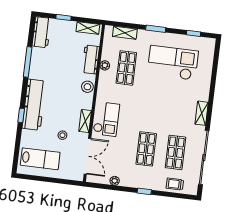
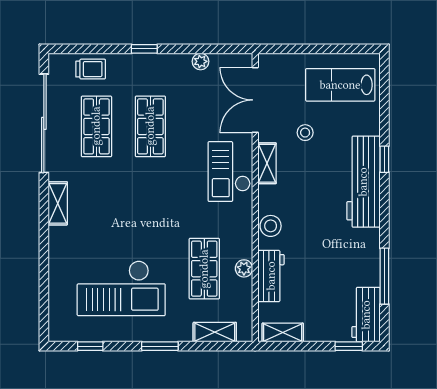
window: (63, 17) -> (349, 346), moved
window: (28, 62) -> (384, 276), moved

